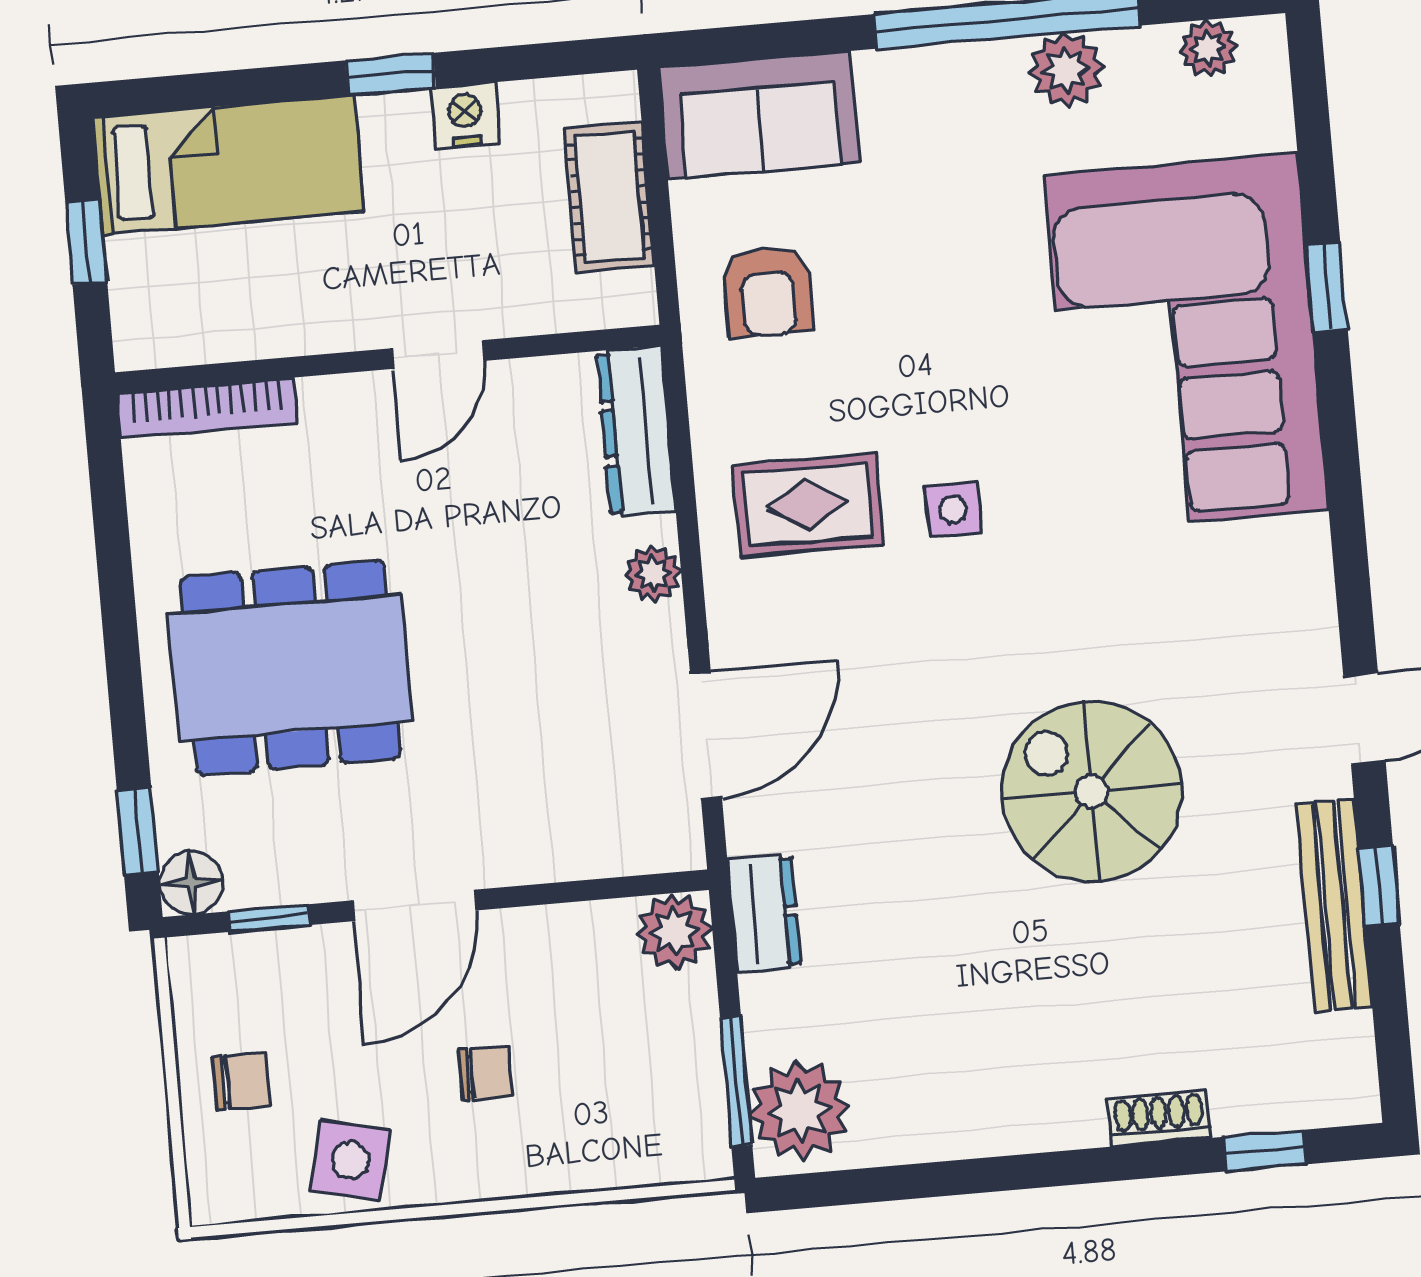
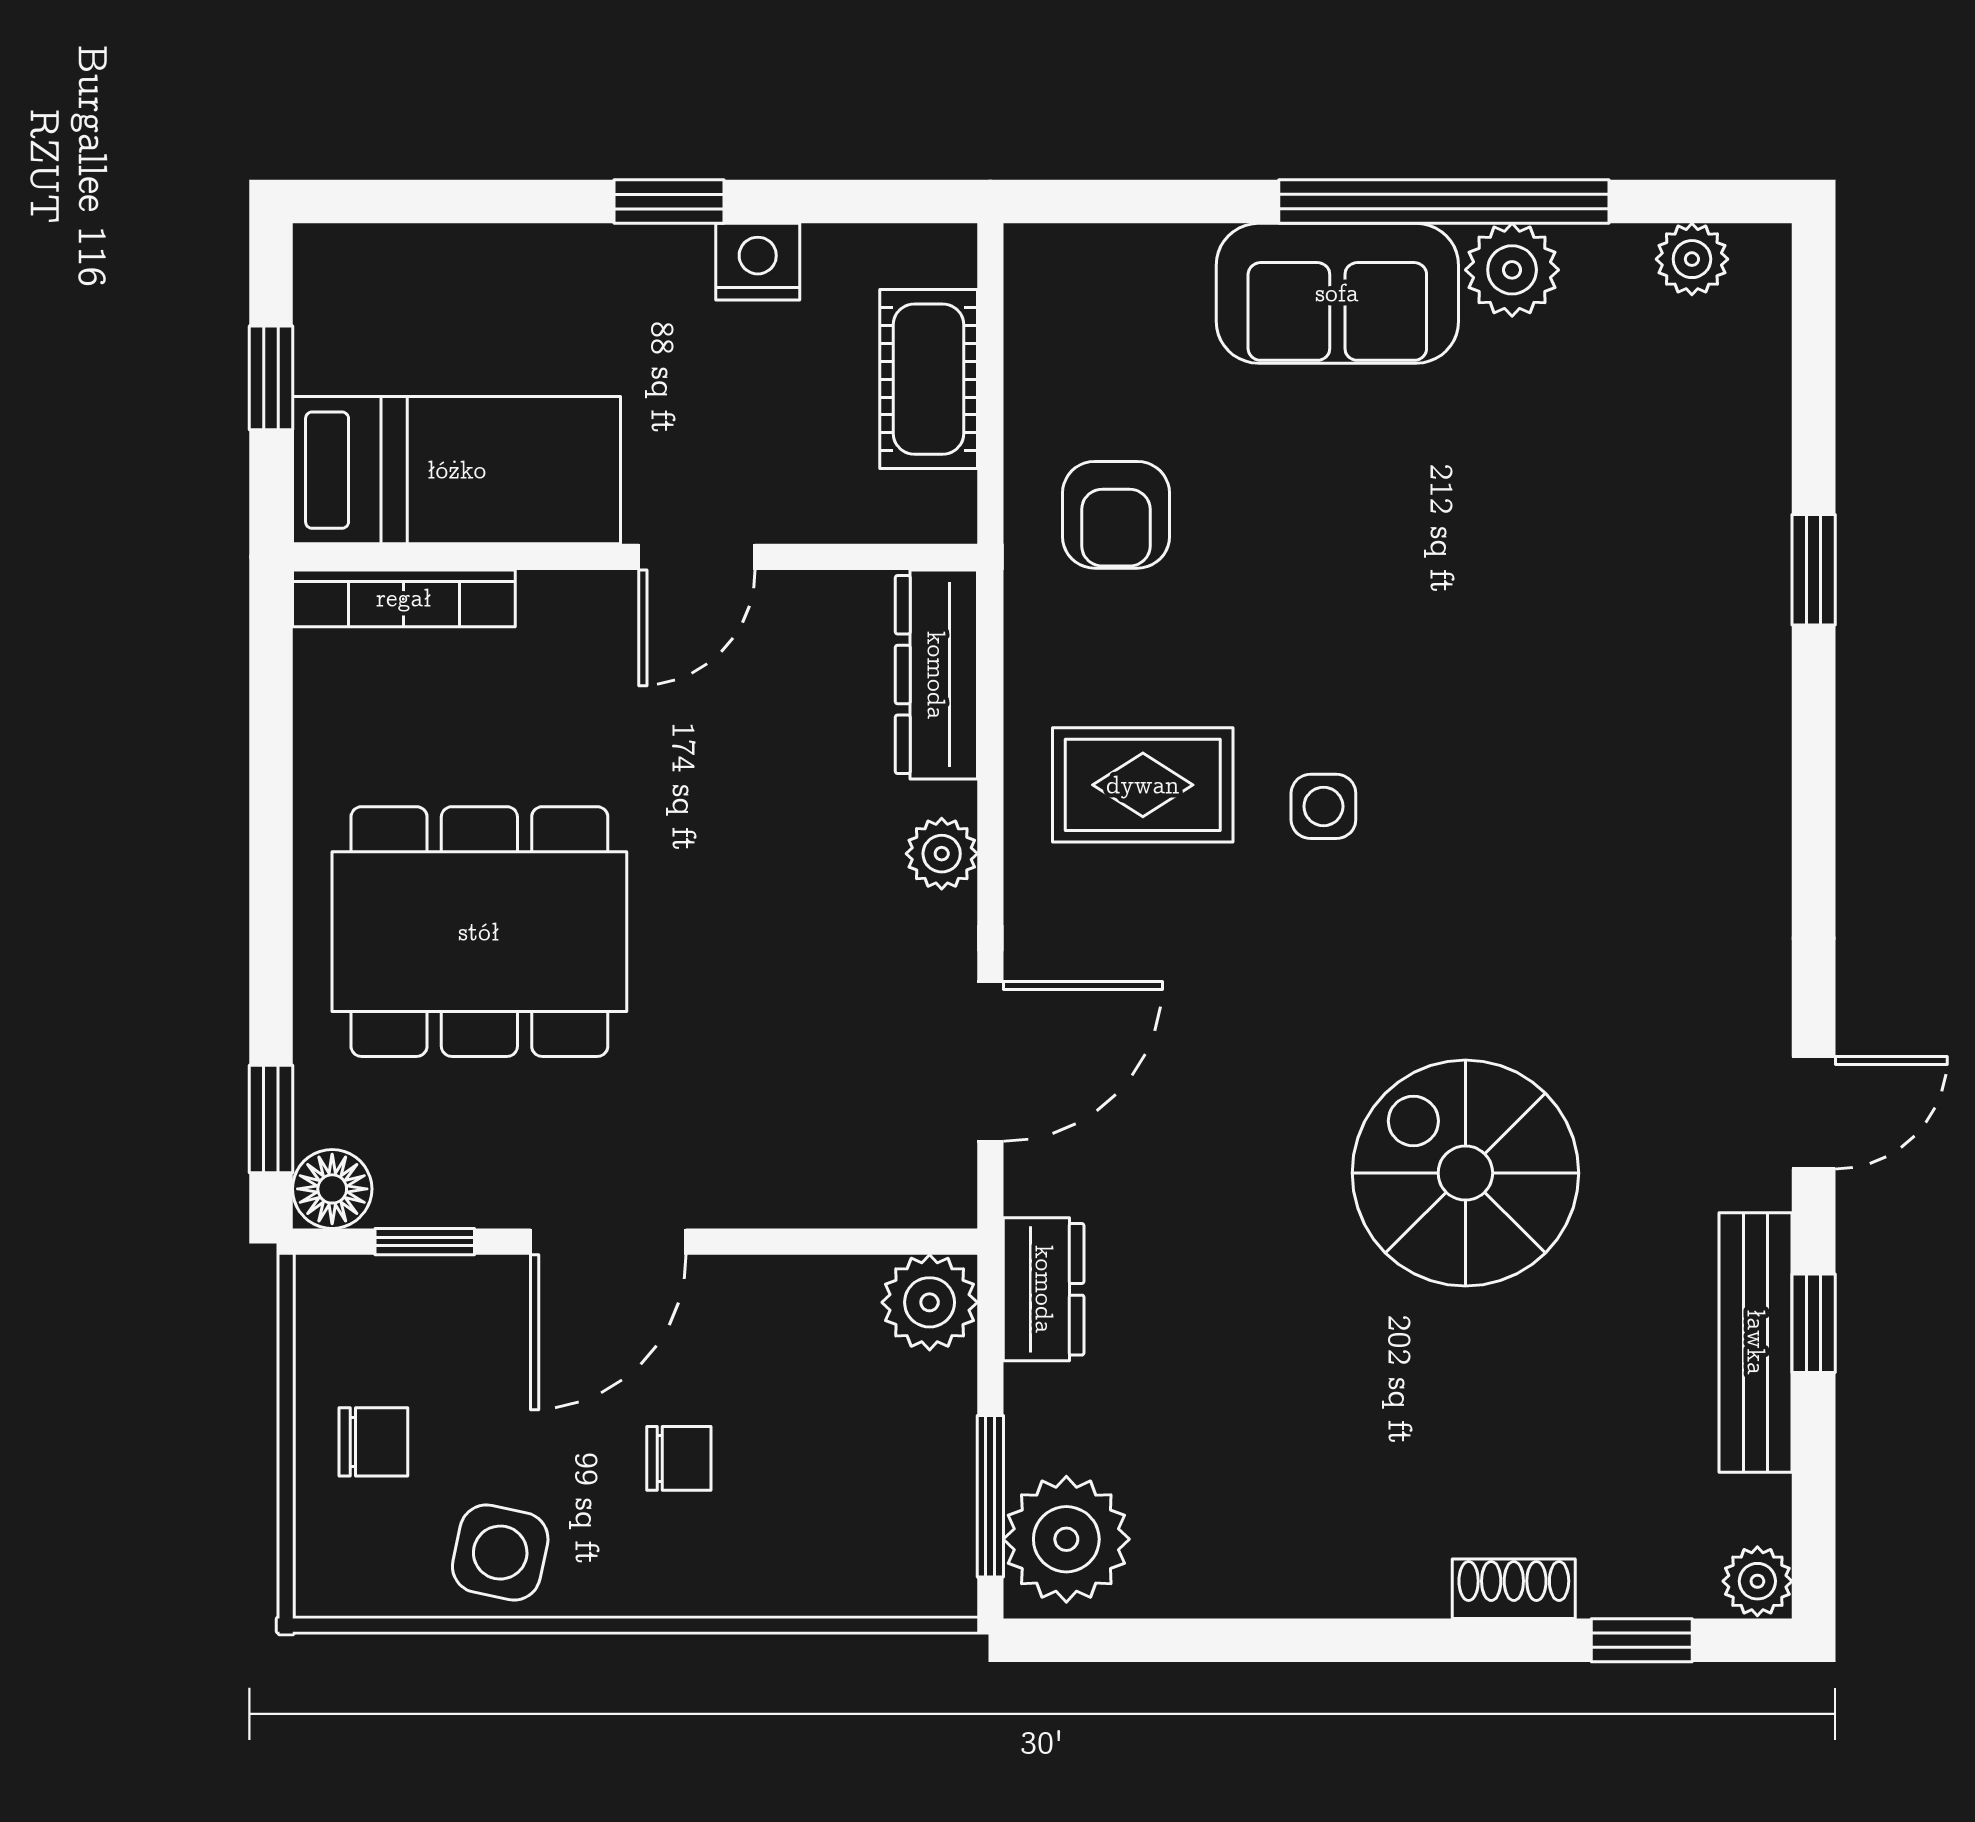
sofa: (759, 115) -> (1337, 293), moved
bed: (228, 165) -> (457, 470), moved
corner sofa: (1186, 342) -> (1632, 623), removed
plant: (1352, 1096) -> (1757, 1581), added

